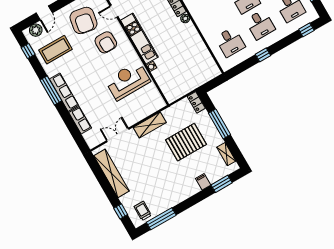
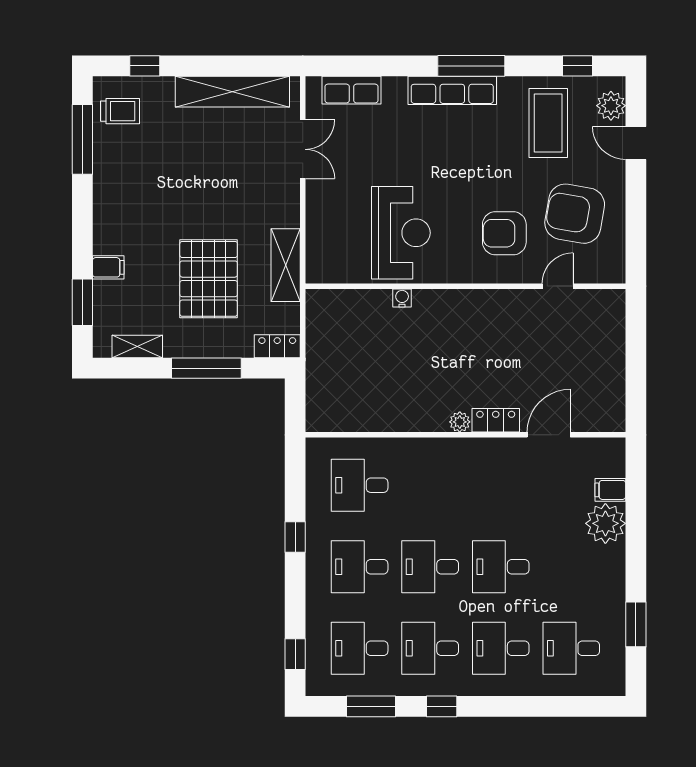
kitchen unit: (139, 39) -> (473, 306), removed
row of seats: (80, 120) -> (351, 90), moved
shelving: (150, 125) -> (286, 265), moved

